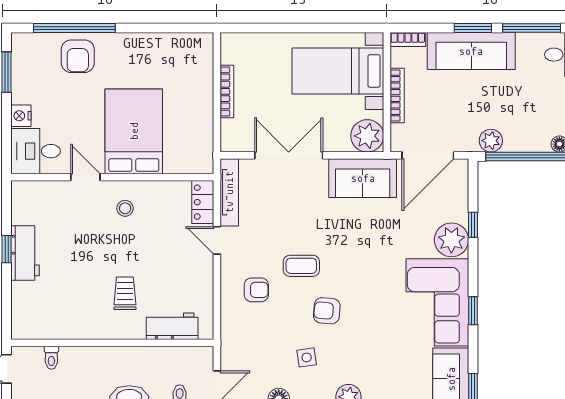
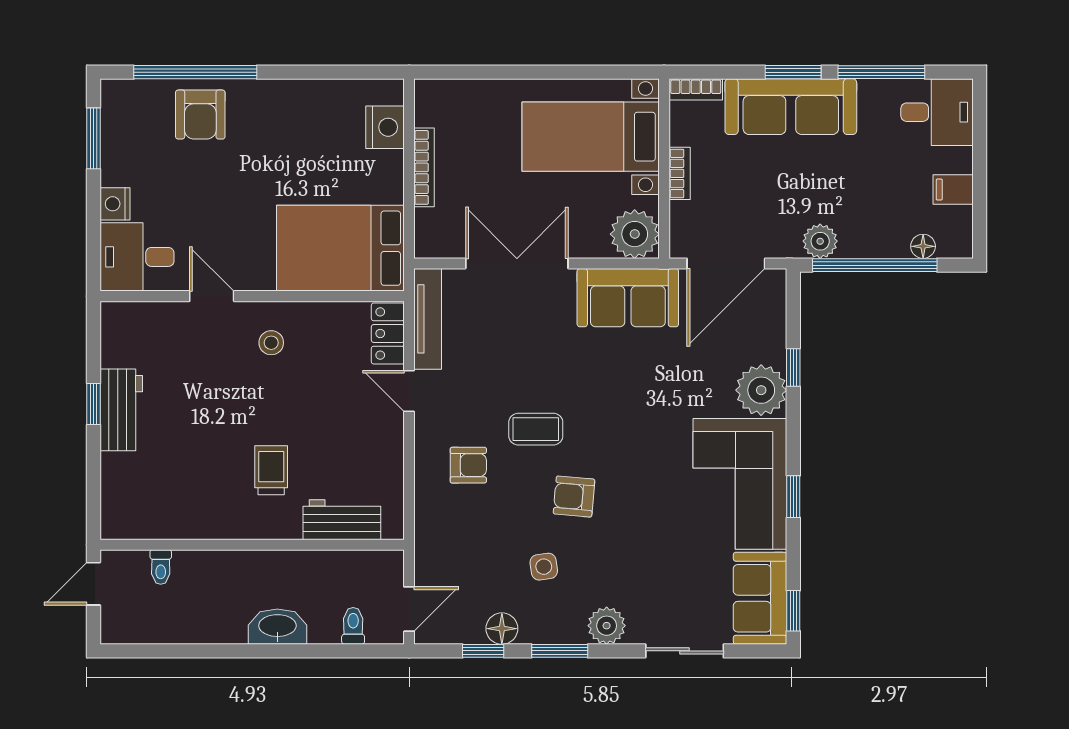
nightstand: (201, 65) -> (385, 127), added
bookcase: (397, 95) -> (680, 173), width x0.64
bed: (134, 131) -> (340, 248), moved, turned -90

